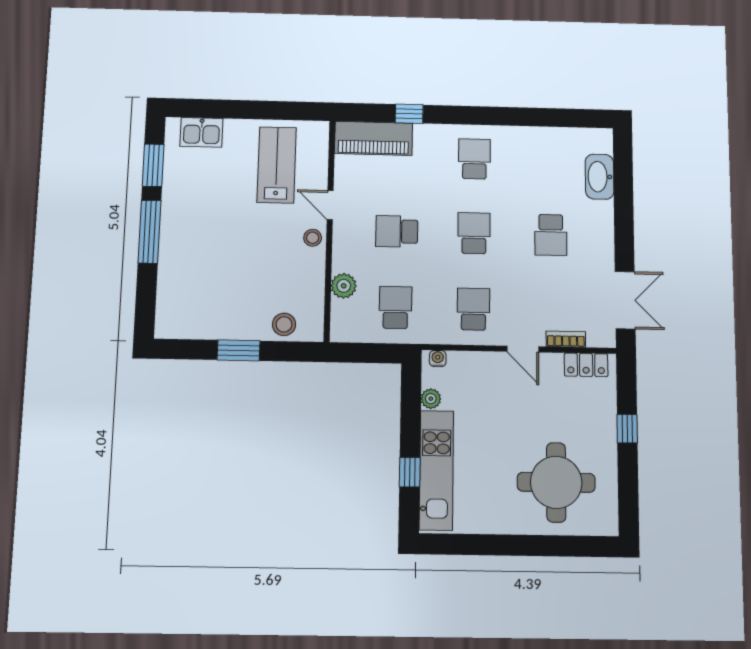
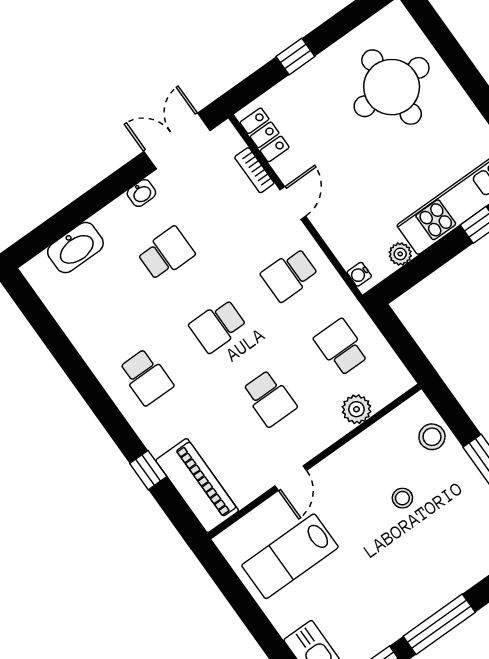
school desk: (474, 159) -> (146, 377), turned -90
stool: (313, 238) -> (402, 498), moved
washbasin: (606, 249) -> (141, 193), added
school desk: (395, 307) -> (341, 347), turned 90

